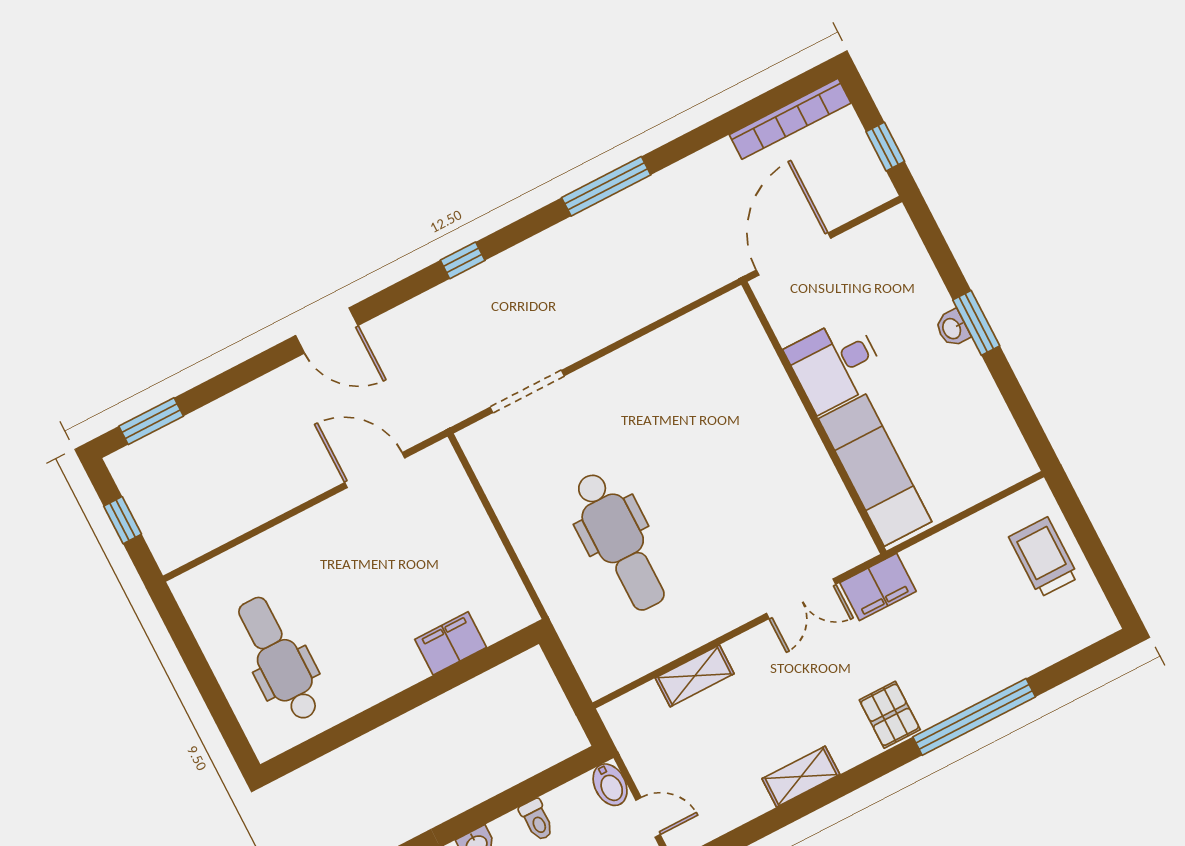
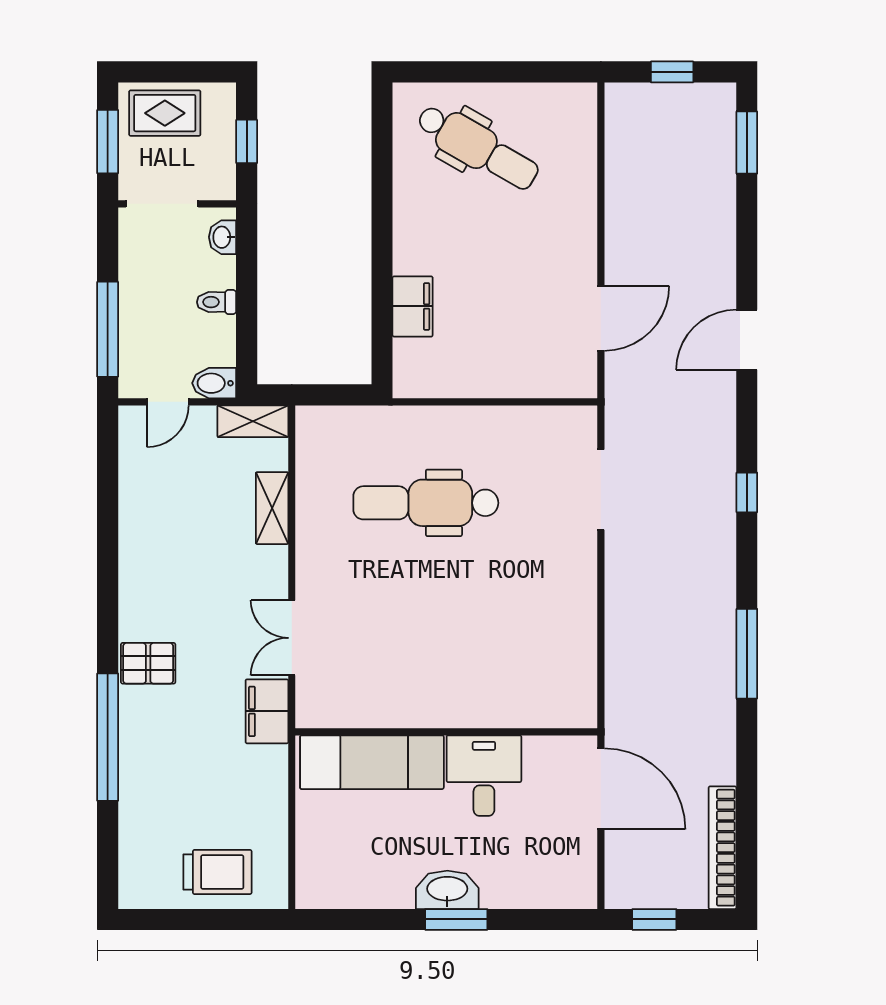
washbasin: (952, 328) -> (447, 890), width x1.91, depth x1.45
dental chair: (279, 659) -> (478, 147), turned 30
shelving: (801, 777) -> (253, 421), moved, turned 90

